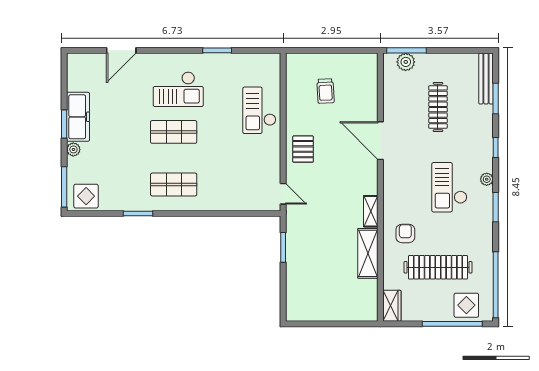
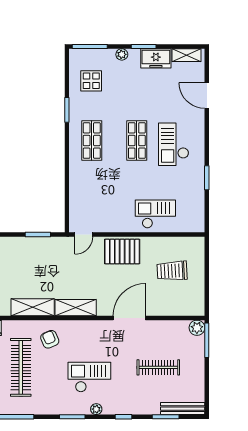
plant: (406, 62) -> (197, 328), moved
shelving: (74, 74) -> (186, 55), added
trolley: (326, 91) -> (172, 271), width x1.36, depth x1.39
freezer: (78, 117) -> (156, 58), width x0.71
pallet: (303, 149) -> (122, 252), width x1.50, depth x1.42
display table: (86, 196) -> (91, 81), moved
shelving: (371, 211) -> (76, 308), width x1.50, depth x1.33
armchair: (405, 233) -> (50, 339), turned -113

